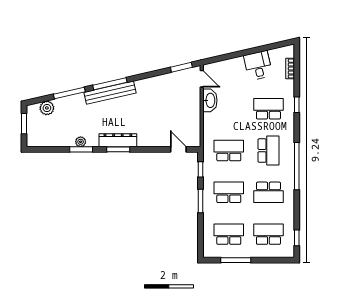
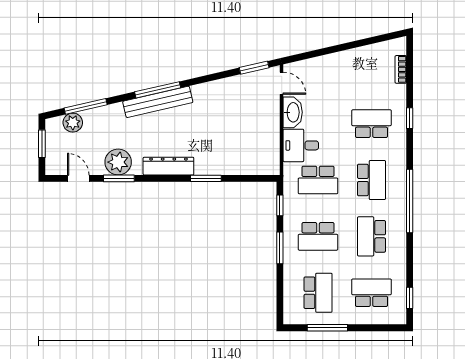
desk: (258, 65) -> (301, 145), moved, turned -77
window: (69, 93) -> (86, 106), moved
plant: (81, 142) -> (118, 162), width x1.87, depth x1.87
window: (118, 149) -> (206, 178), moved
door: (178, 149) -> (78, 178), moved
school desk: (229, 151) -> (318, 180), turned 180
school desk: (229, 192) -> (318, 236), turned 180
school desk: (268, 192) -> (372, 236), turned 90
school desk: (229, 234) -> (318, 293), turned 90

